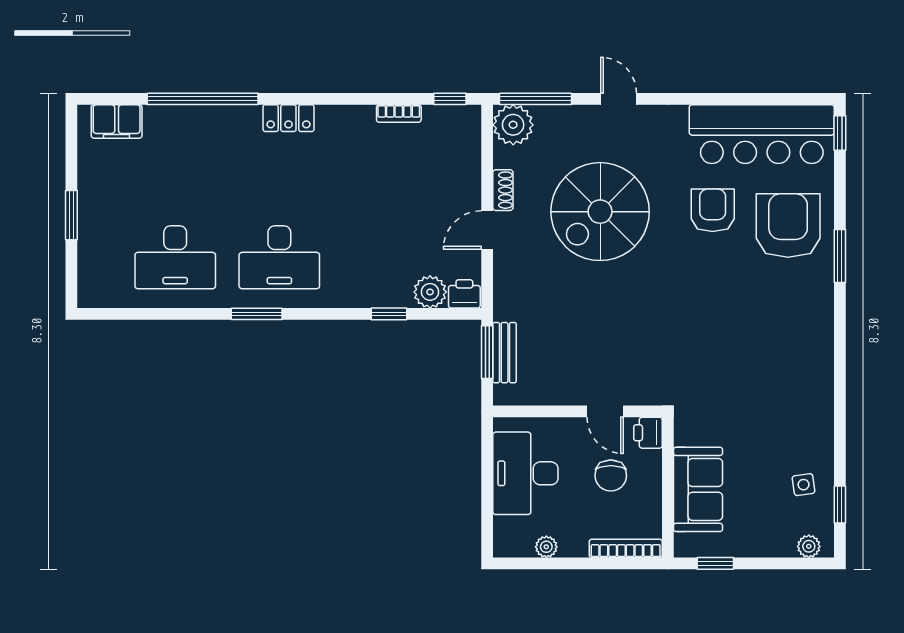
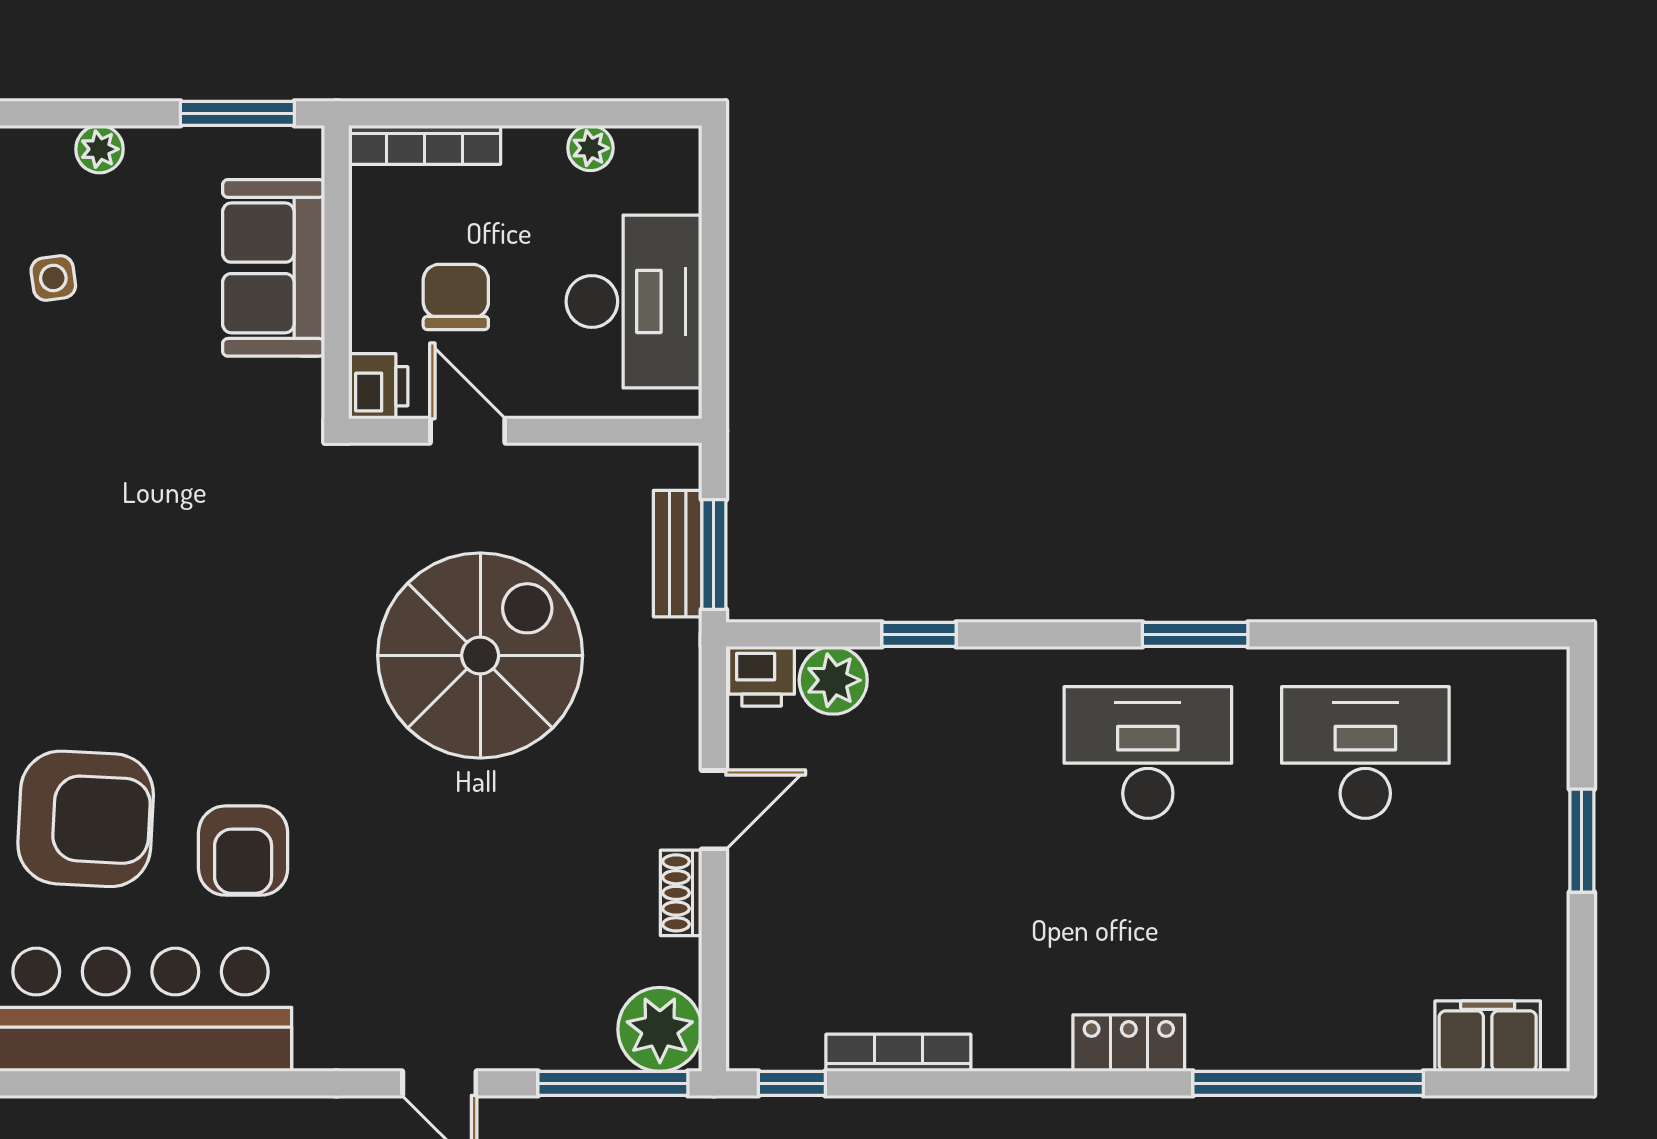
bookcase: (399, 114) -> (898, 1053), width x1.56
spiral stairs: (600, 212) -> (480, 656), moved
armchair: (788, 226) -> (86, 819), turned -87
plant: (809, 546) -> (99, 149), moved
window: (715, 563) -> (237, 113), width x1.50

